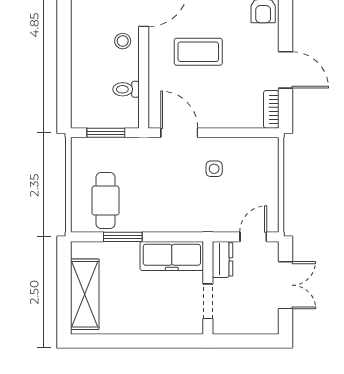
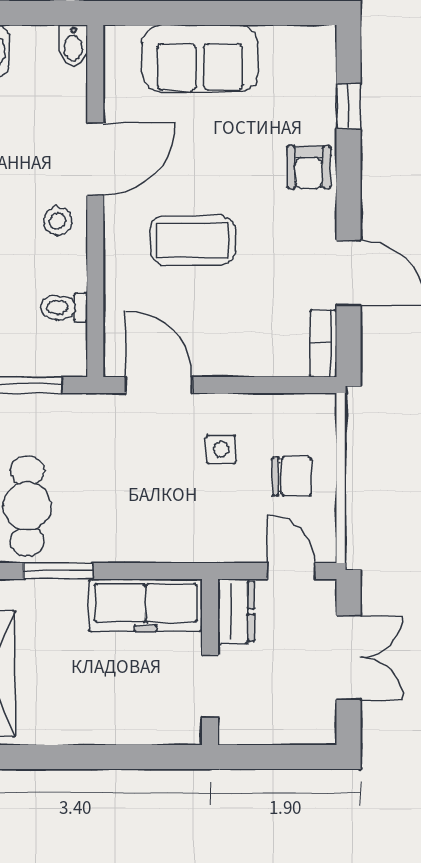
chair: (254, 184) -> (292, 476), added
door: (253, 237) -> (291, 571), hinge flipped

